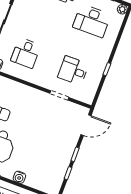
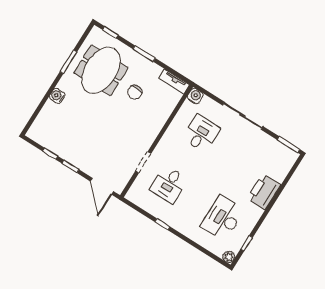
desk: (26, 53) -> (201, 133), turned 90
desk: (73, 71) -> (169, 185), turned 180

